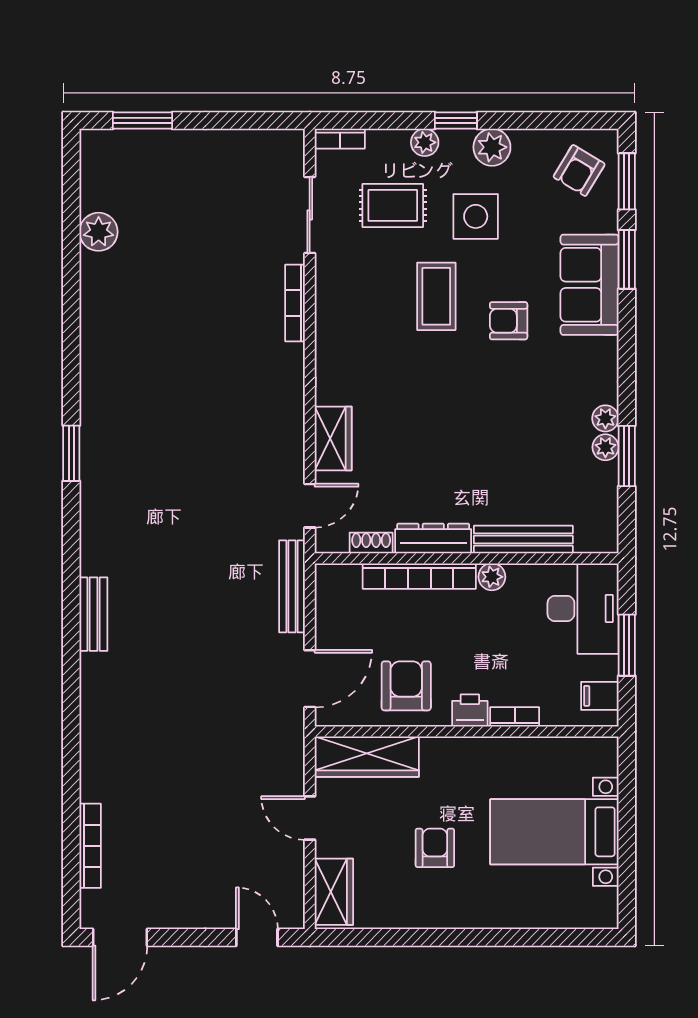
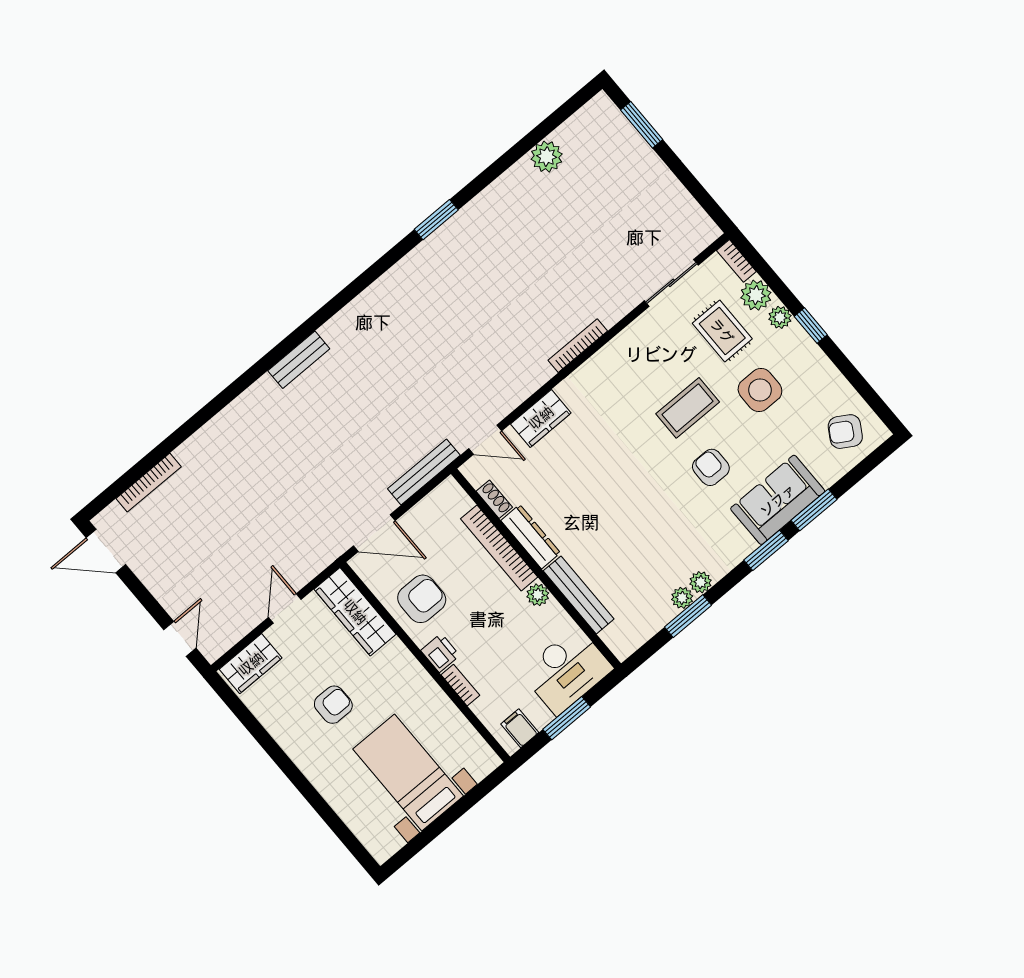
plant: (492, 147) -> (756, 295), moved
window: (627, 181) -> (766, 550), moved
bookcase: (295, 303) -> (578, 346), moved
window: (71, 453) -> (436, 220), moved

